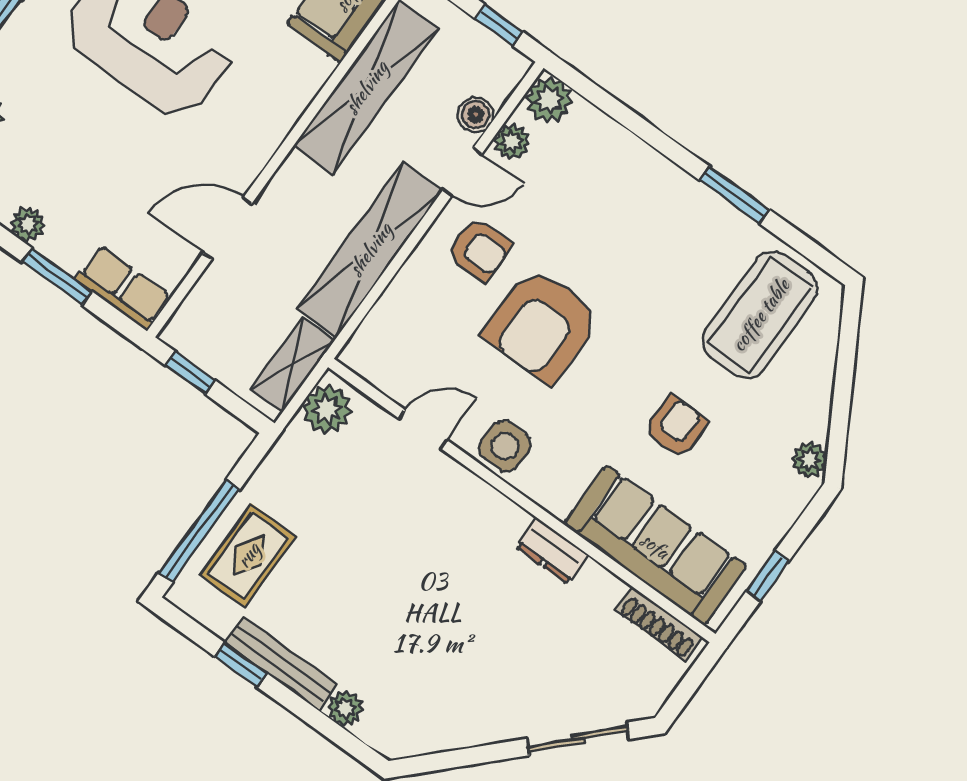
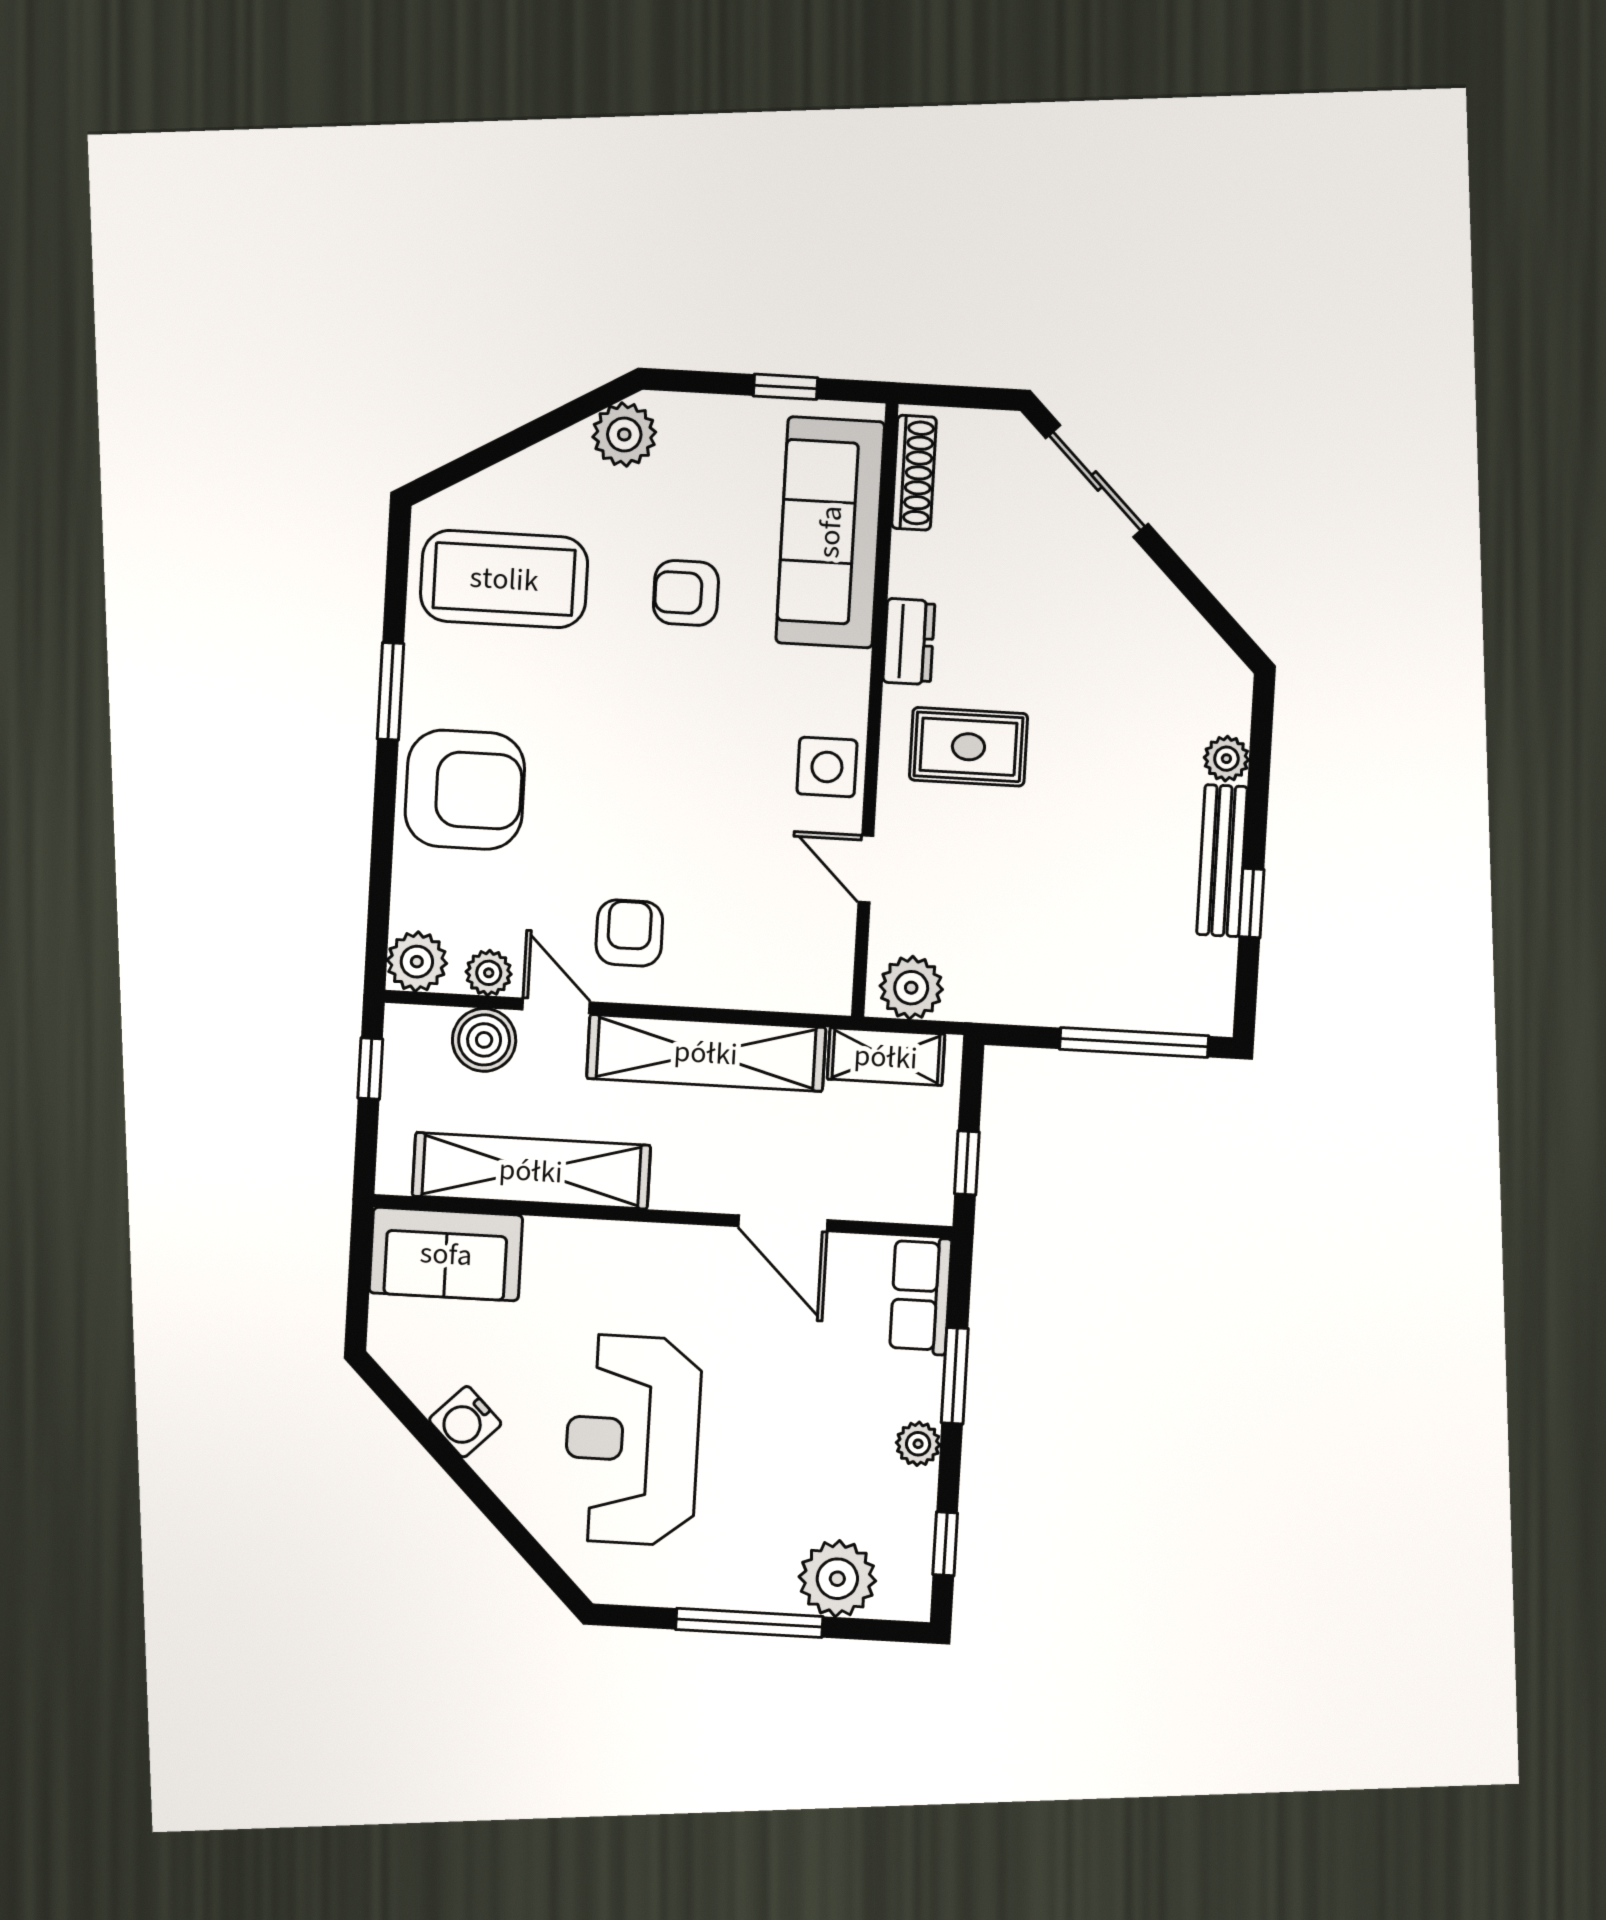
boiler: (476, 115) -> (484, 1040), width x1.36, depth x1.36
armchair: (542, 325) -> (465, 790), moved
plant: (809, 460) -> (624, 435), width x1.38, depth x1.38
rug: (248, 555) -> (968, 747), moved

